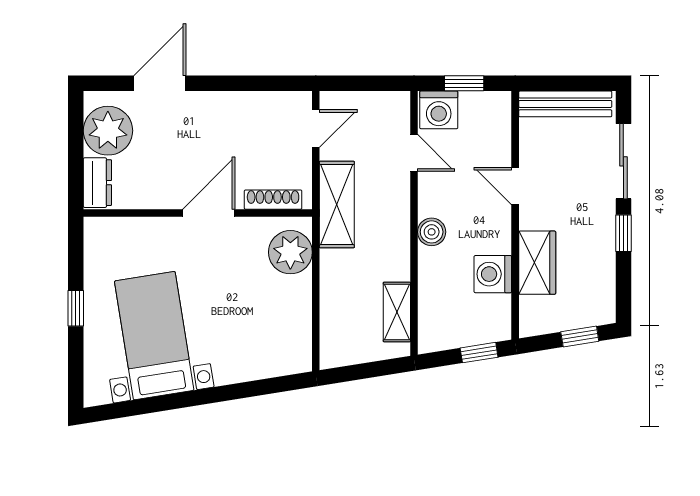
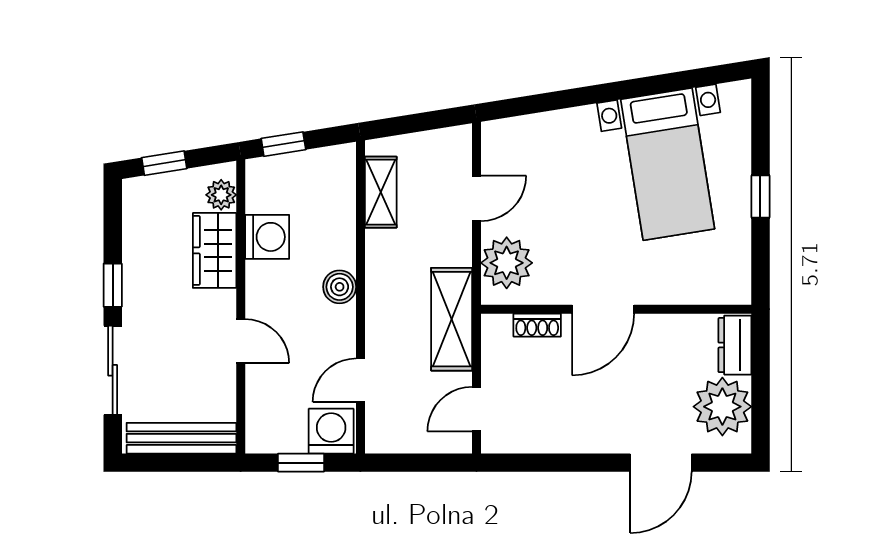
door: (414, 153) -> (360, 380), hinge flipped
shoe rack: (273, 200) -> (537, 325), width x0.70
door: (316, 307) -> (476, 198), added
plant: (532, 310) -> (221, 195), added

